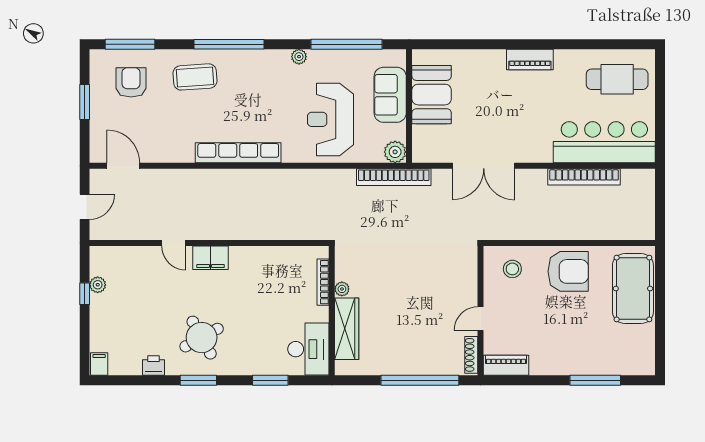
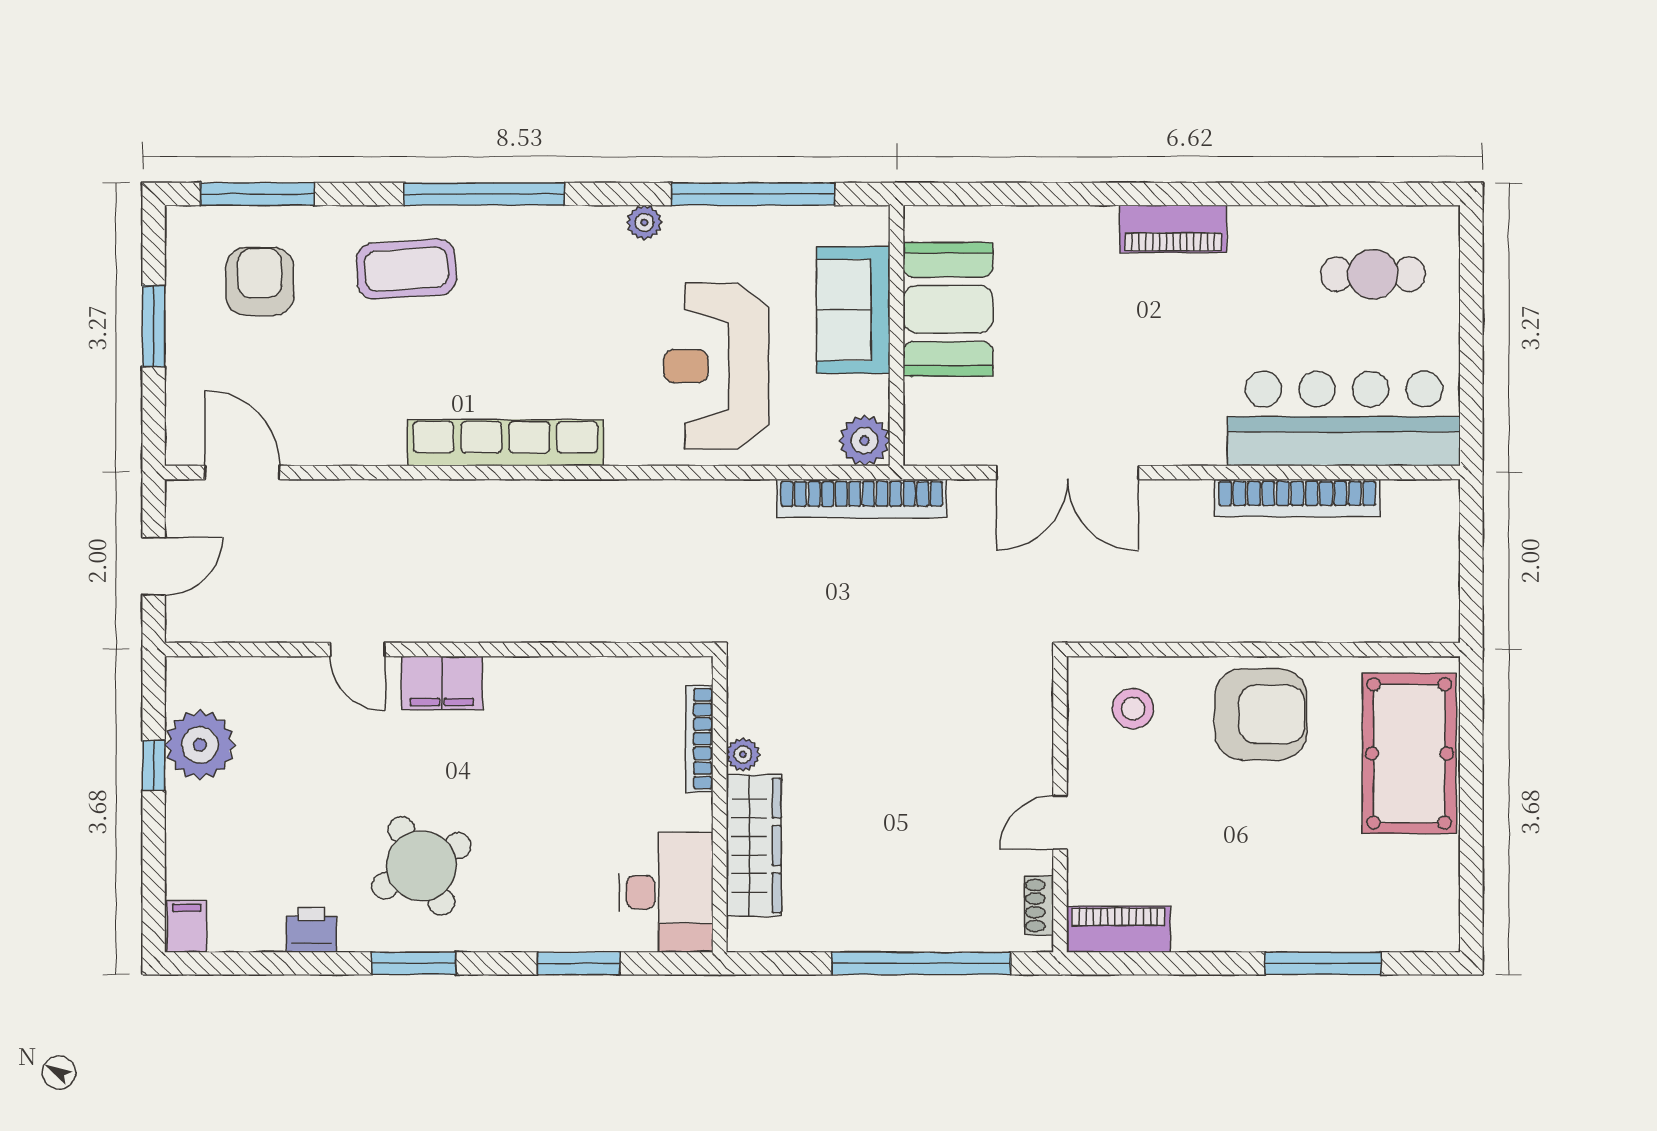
cafe table: (617, 79) -> (1373, 274), width x0.73, depth x0.74
plant: (98, 285) -> (200, 745), width x1.88, depth x1.88
shoe rack: (471, 355) -> (1039, 905), width x0.70

